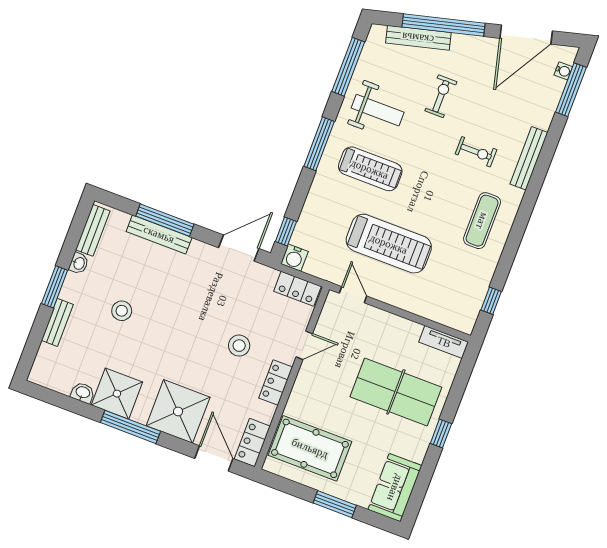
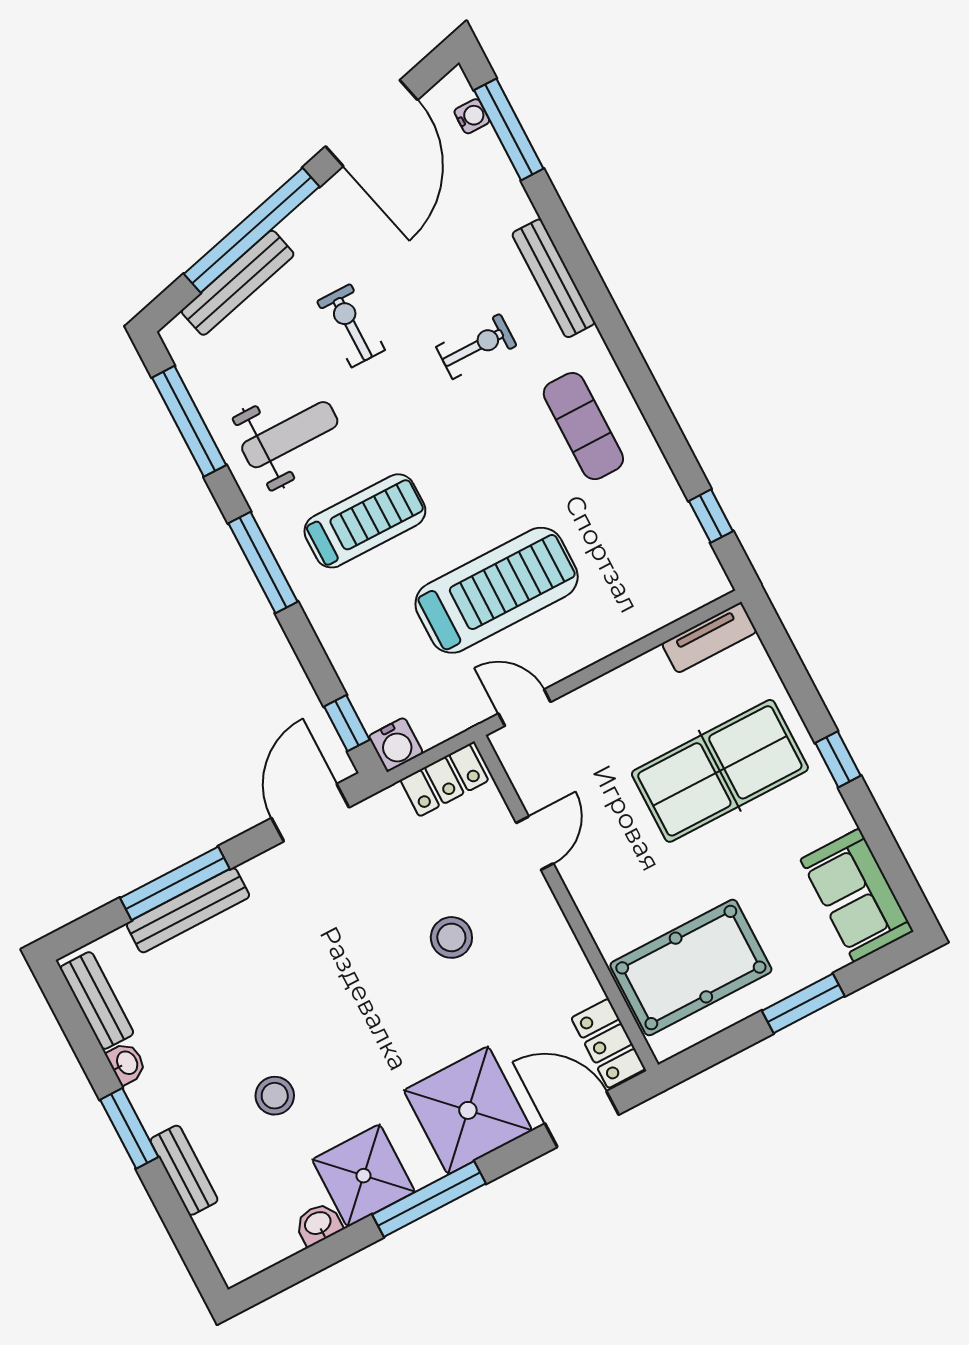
stool: (122, 311) -> (275, 1096), moved
locker: (276, 383) -> (552, 932), removed

